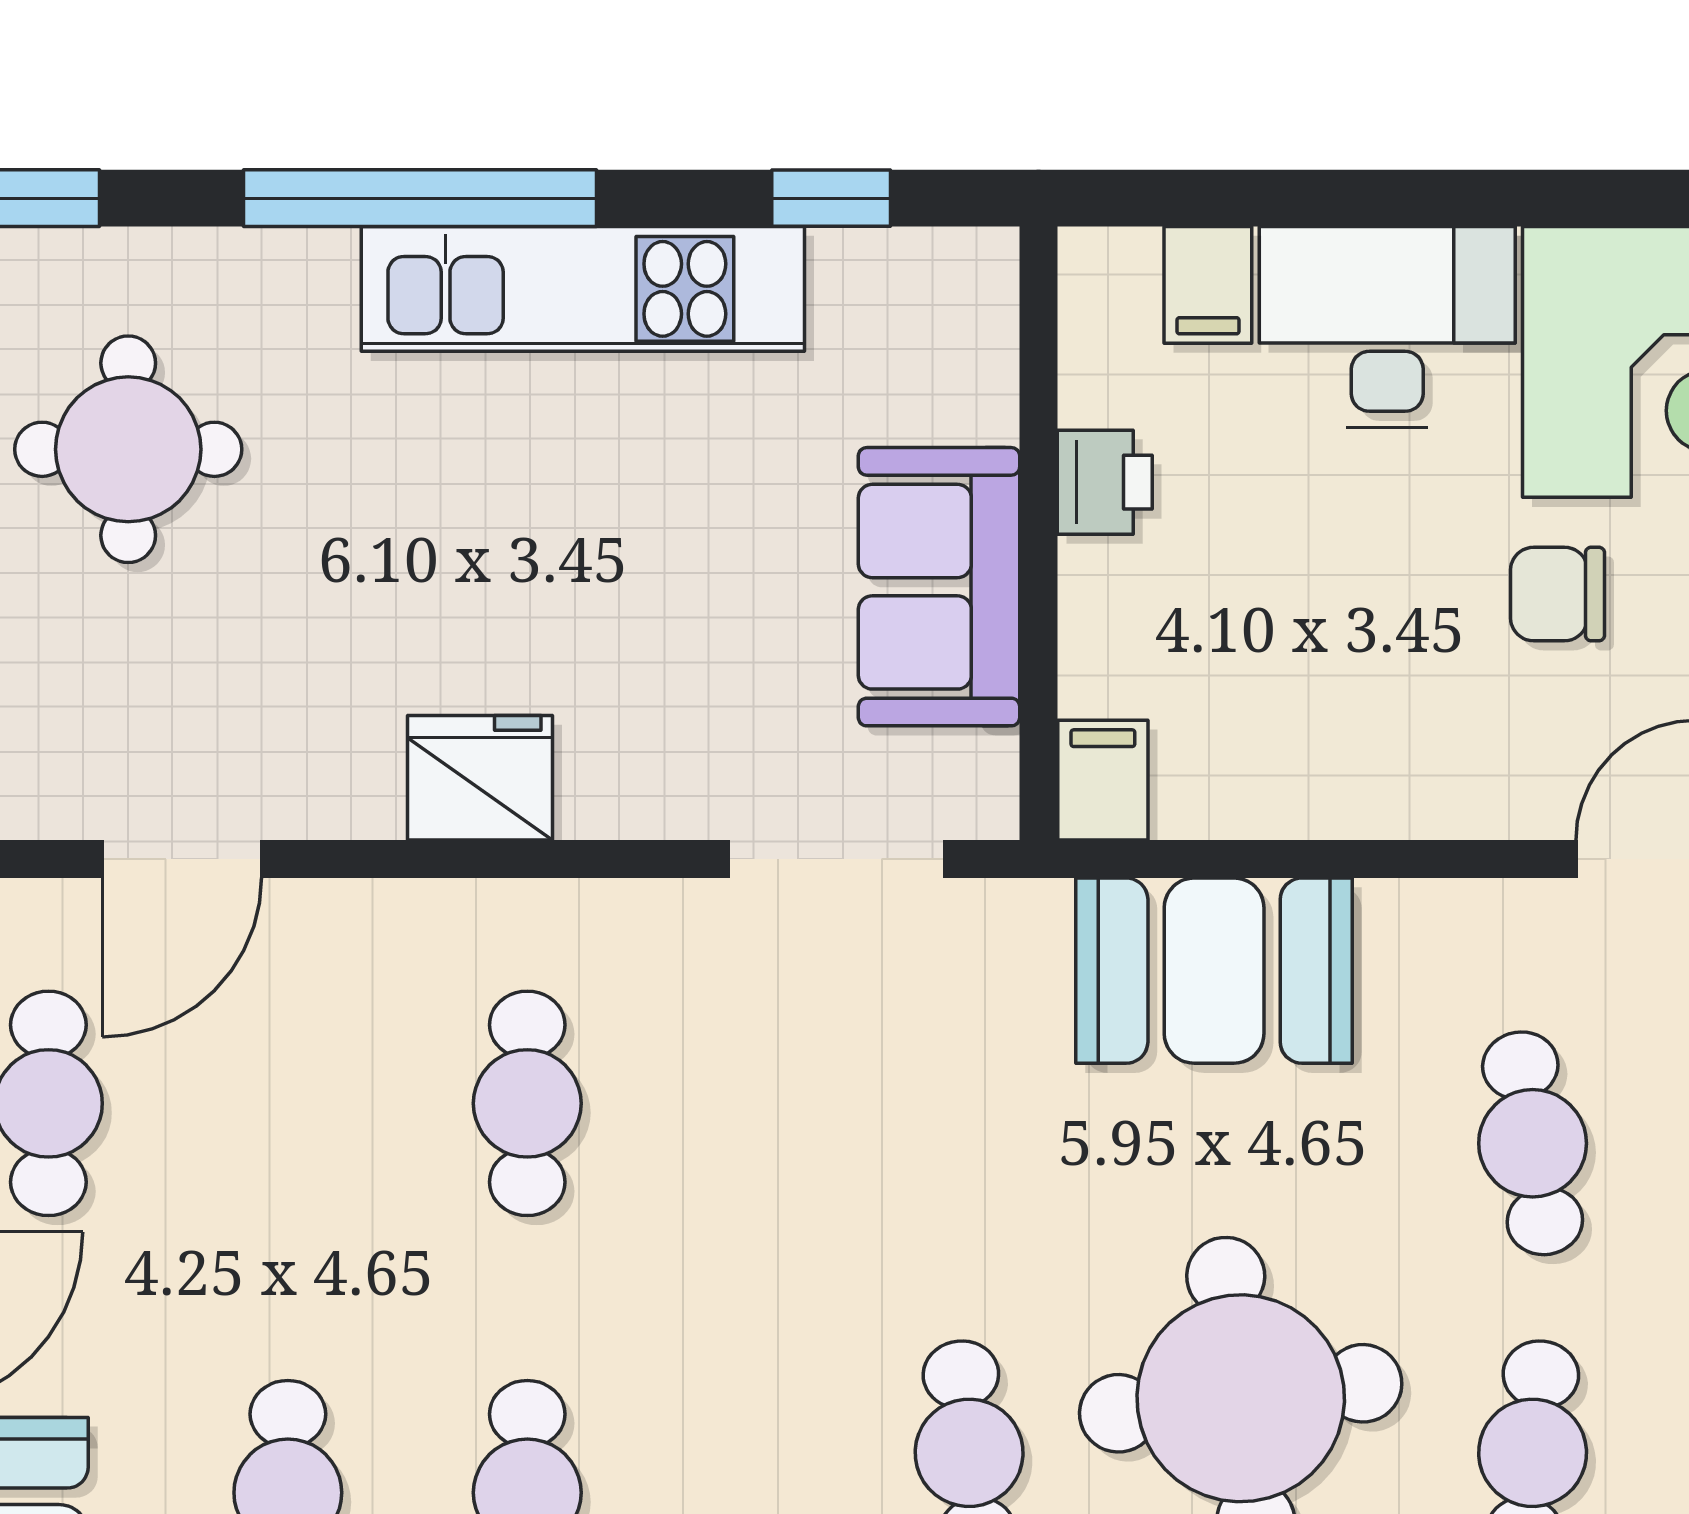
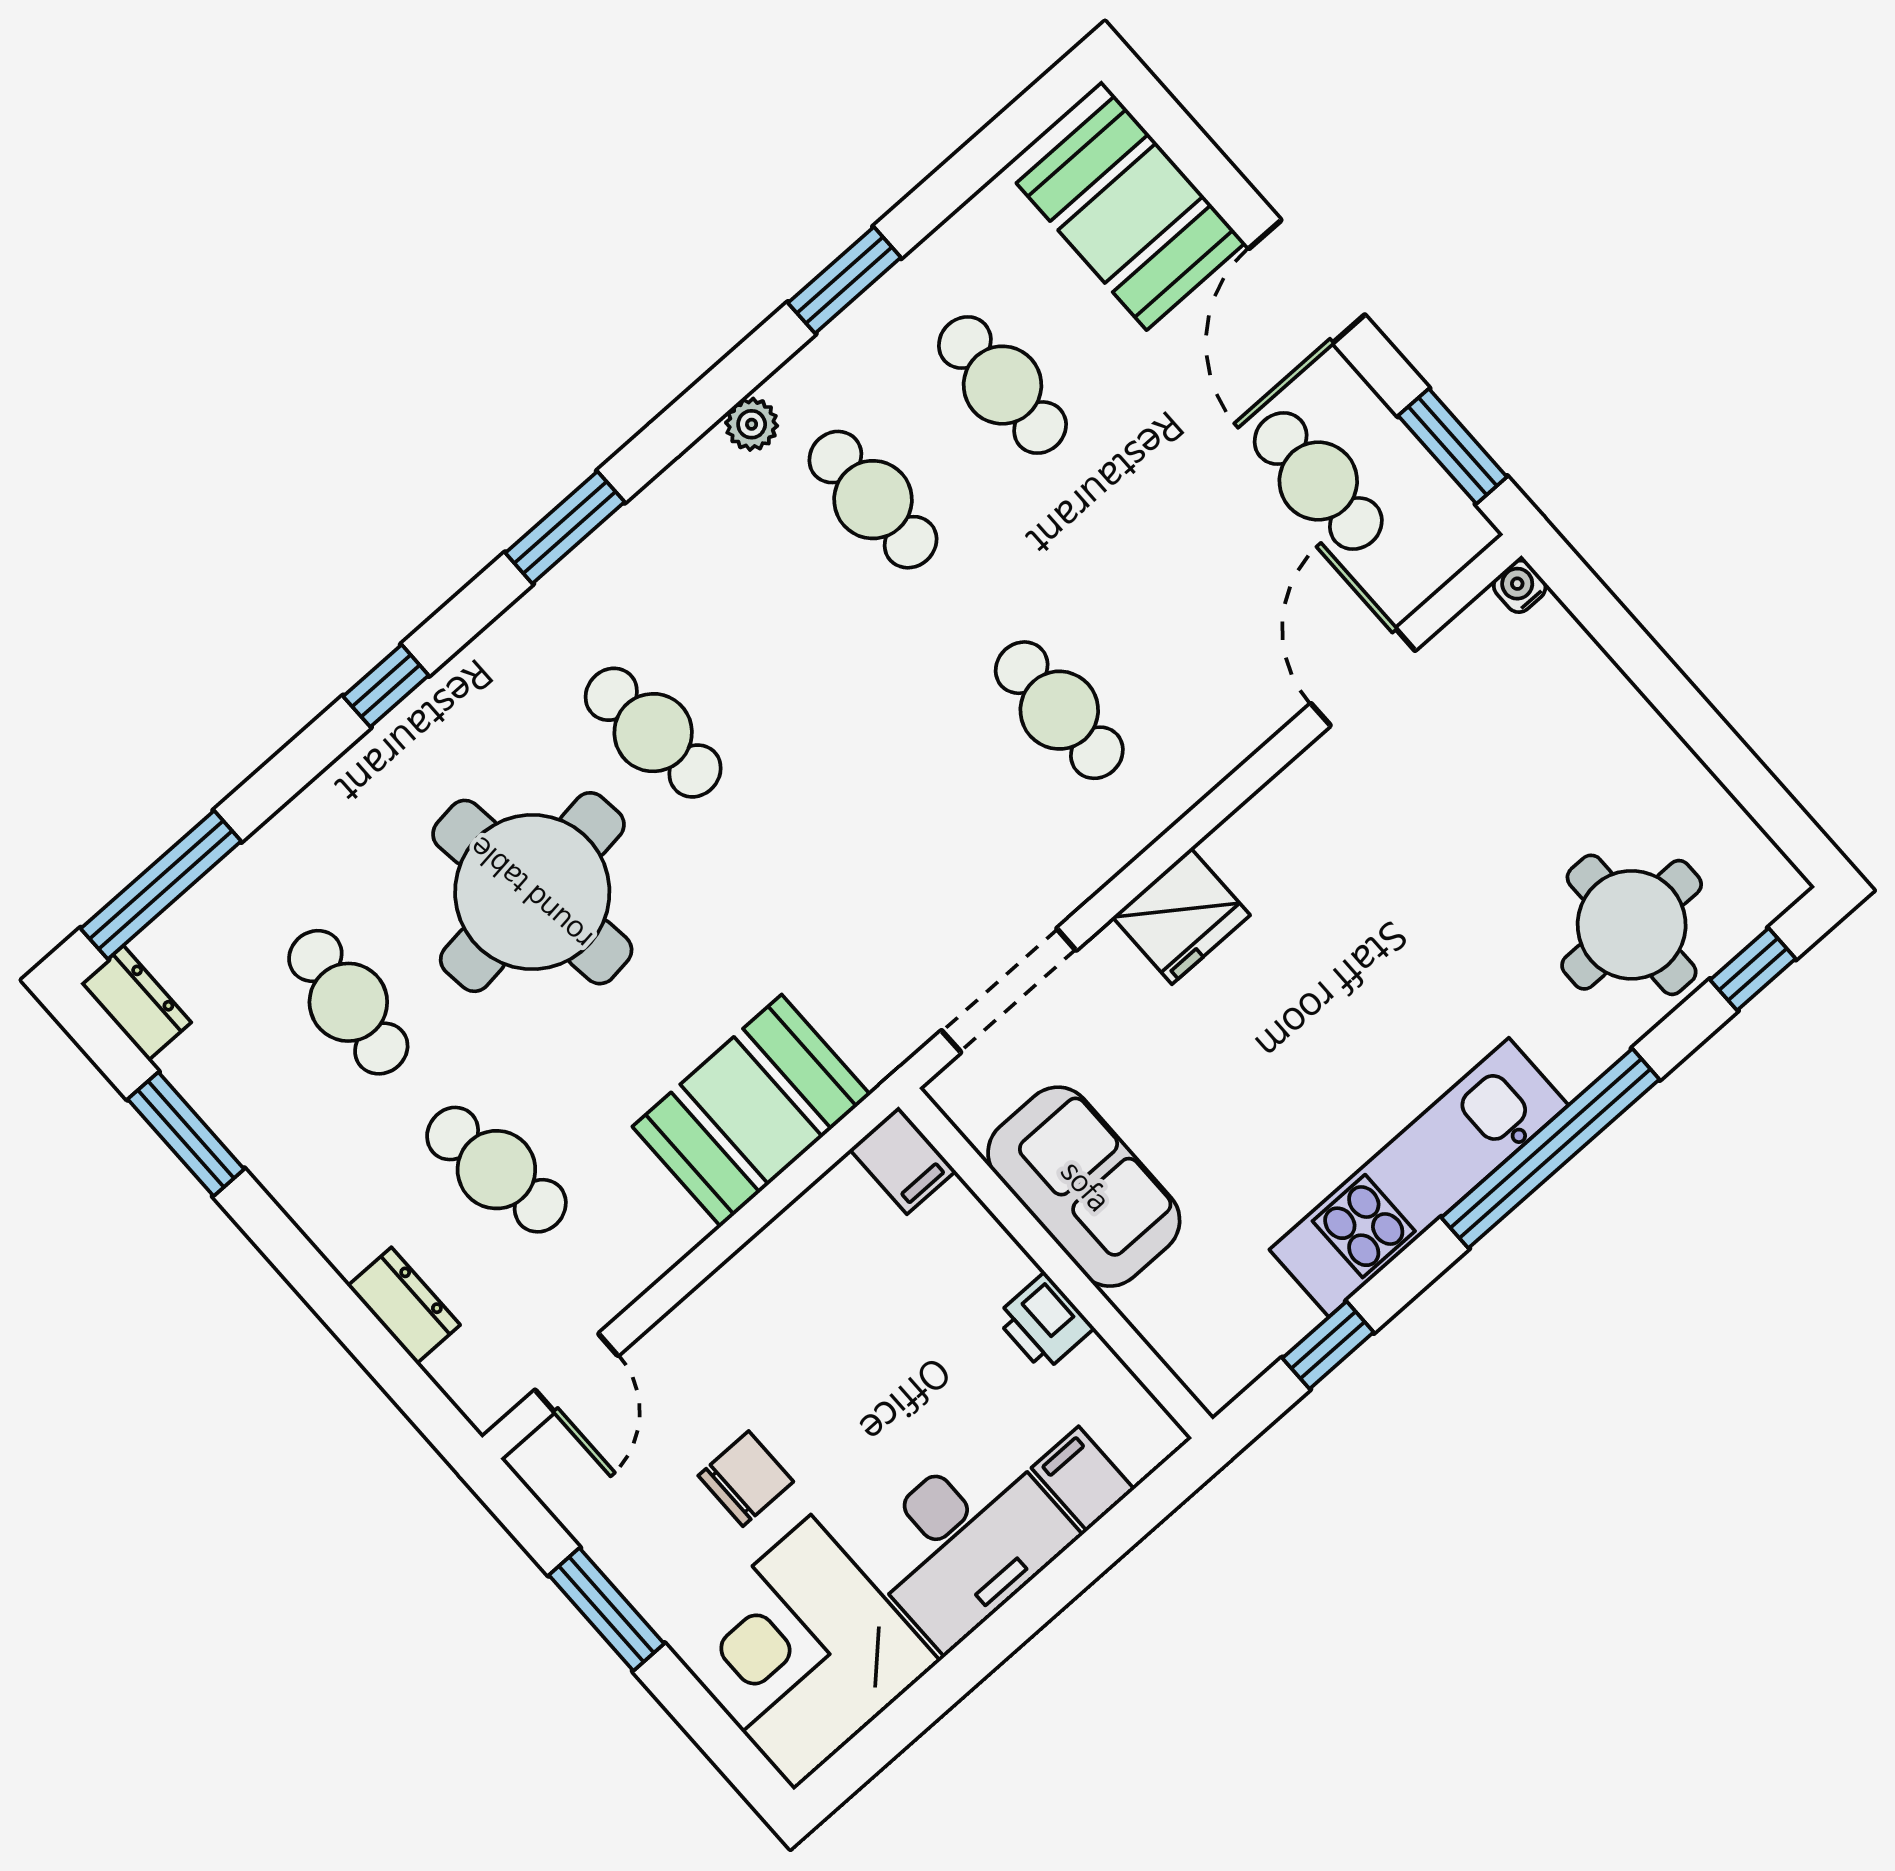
round table: (128, 449) -> (1632, 925), moved
fridge: (480, 778) -> (1181, 916), moved

